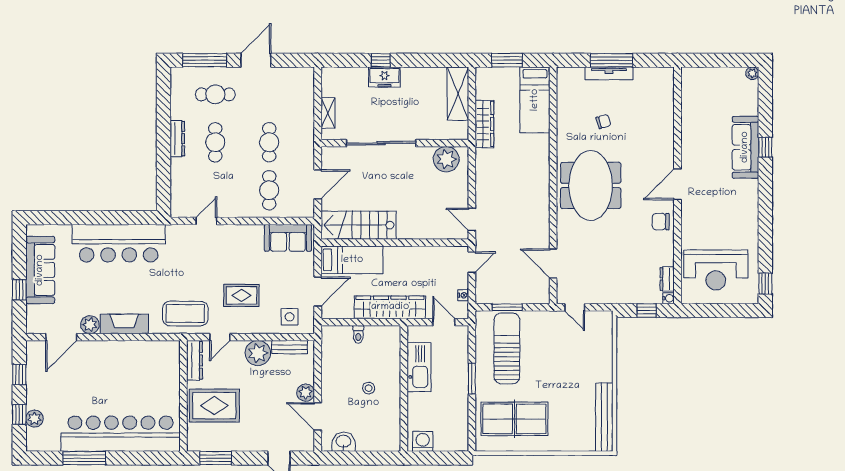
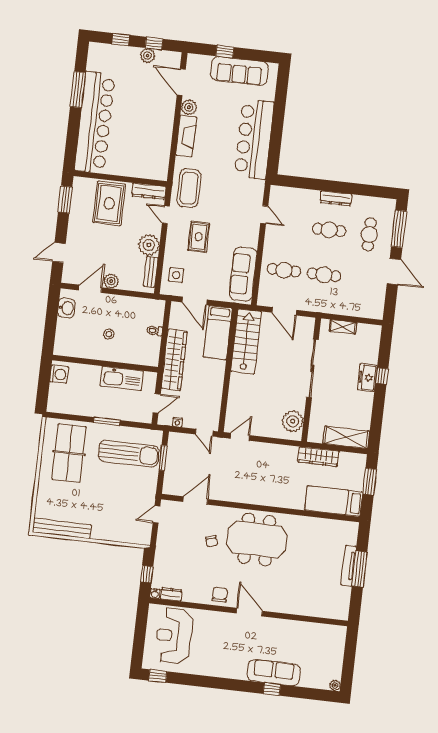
chair: (603, 121) -> (212, 541), moved
sofa: (288, 238) -> (243, 274), width x1.36
plant: (35, 419) -> (147, 56), moved

